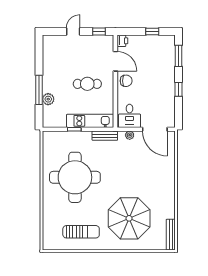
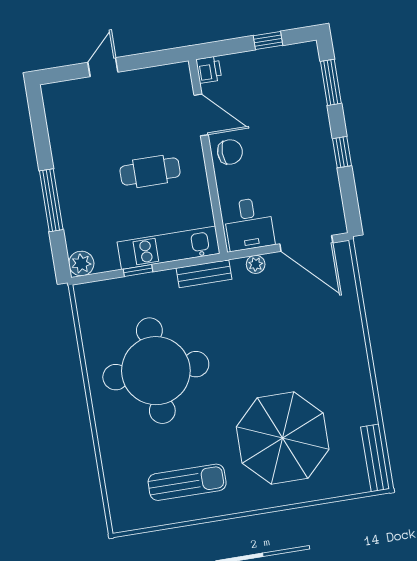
window: (99, 32) -> (157, 58), removed
plant: (48, 99) -> (81, 264), moved

